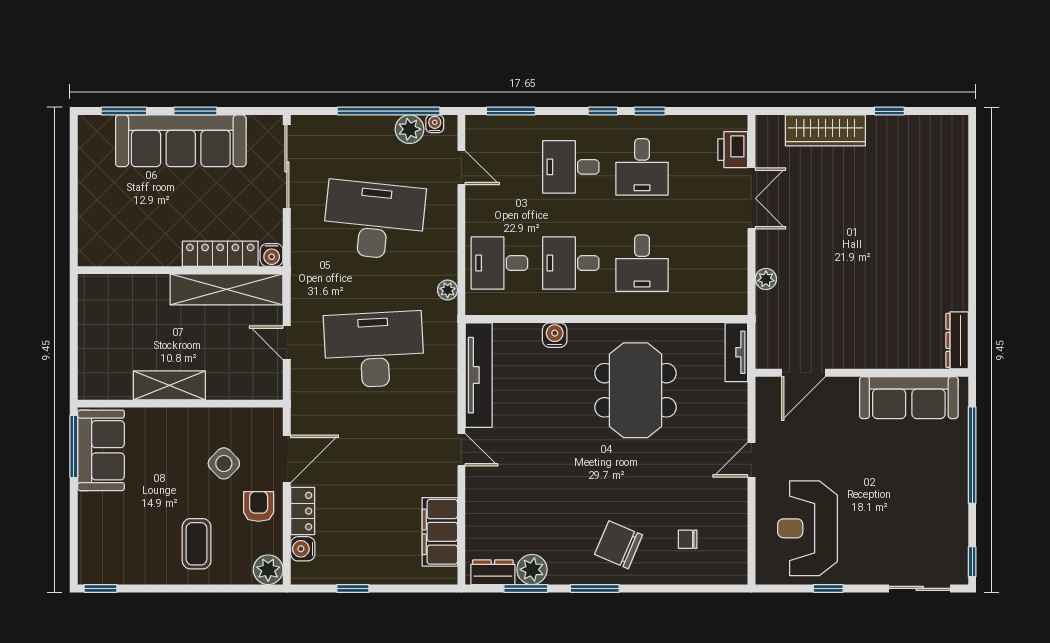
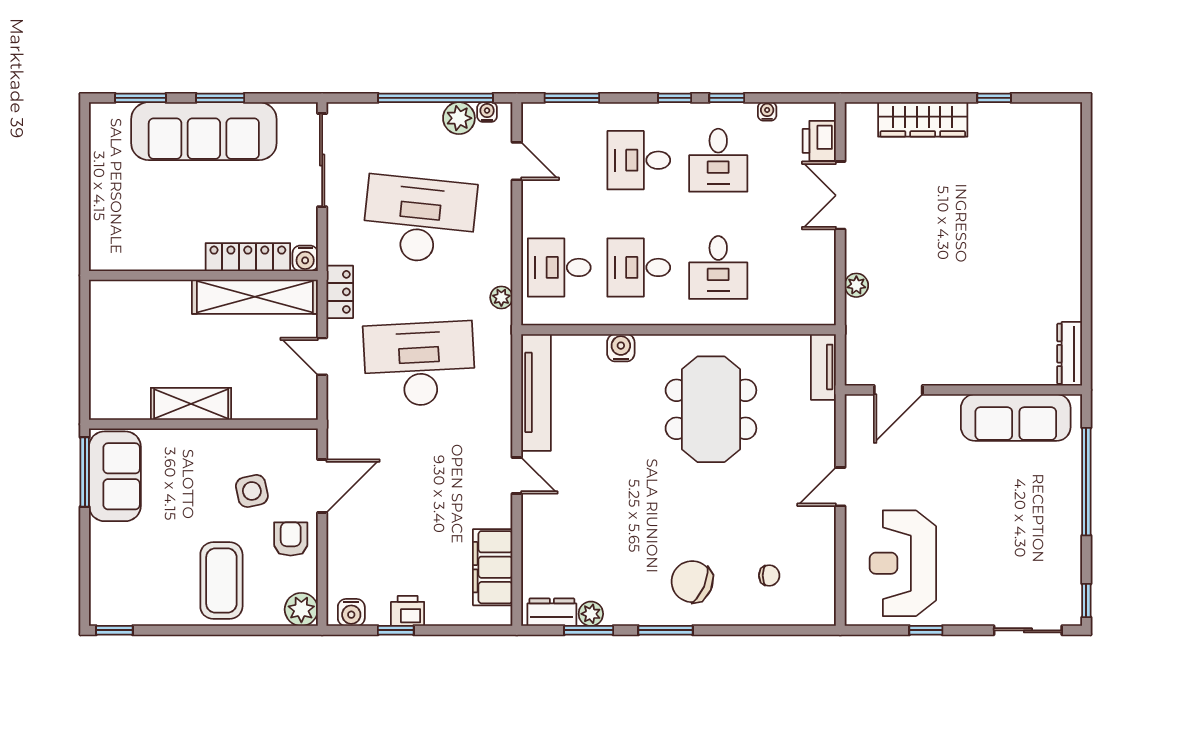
water cooler: (686, 123) -> (767, 111), added
double door: (751, 198) -> (840, 195), swing flipped
side table: (224, 463) -> (252, 491), turned 33
locker: (303, 511) -> (340, 292), moved
chair: (688, 539) -> (769, 575), turned 180
coffee table: (197, 544) -> (221, 581), width x1.36, depth x1.32
water cooler: (303, 549) -> (351, 612), moved, turned -90
plant: (532, 569) -> (591, 614), width x0.73, depth x0.73
printer: (363, 571) -> (408, 611), added

